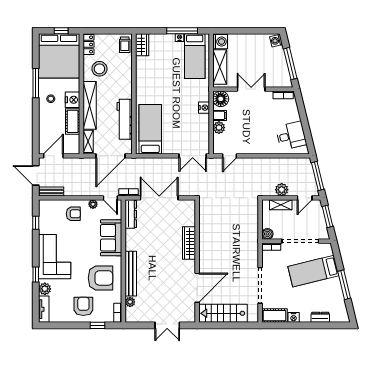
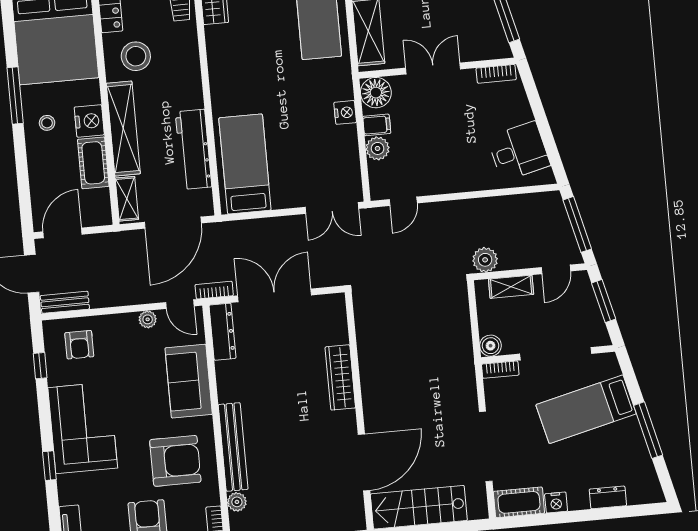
plant: (282, 190) -> (485, 260), moved
armchair: (73, 214) -> (79, 345), moved, turned 90
plant: (45, 289) -> (69, 492), removed

